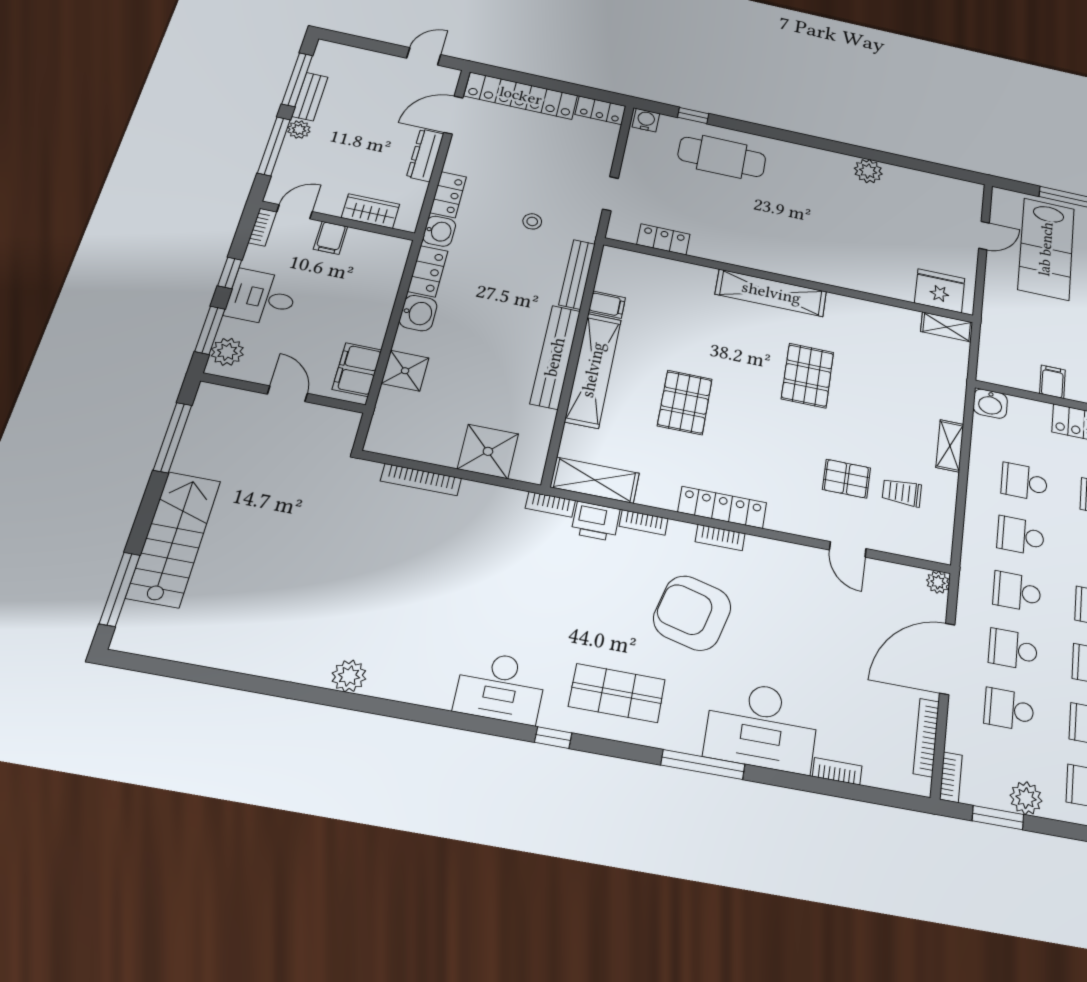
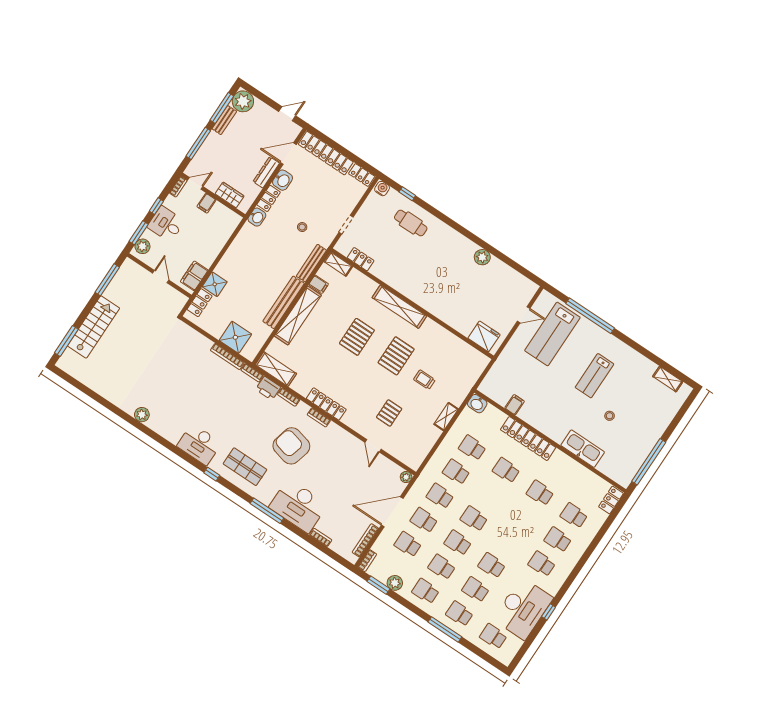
plant: (299, 129) -> (243, 101), moved, width x1.88, depth x1.88
cafe table: (722, 157) -> (411, 223), width x0.73, depth x0.74
locker: (428, 271) -> (200, 303), moved
washbasin: (418, 313) -> (283, 180), moved
shelving: (947, 327) -> (338, 264), moved
pallet: (685, 402) -> (357, 337), moved
pallet: (846, 479) -> (389, 413), turned 90
bookcase: (421, 480) -> (227, 356), moved
trolley: (902, 492) -> (424, 380), moved

